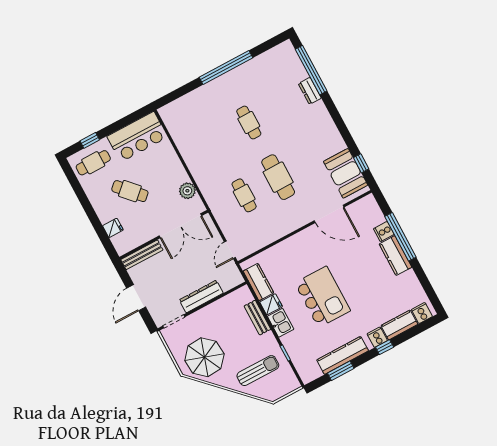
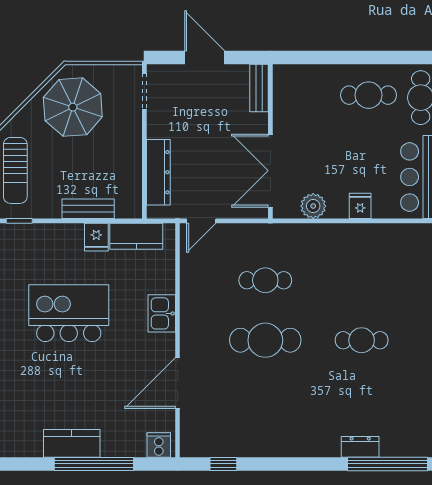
booth: (346, 173) -> (221, 435), removed
cafe table: (130, 191) -> (368, 95), moved, turned 43
fridge: (113, 228) -> (360, 206), moved, turned 180
cooker: (384, 232) -> (159, 445), moved
door: (230, 250) -> (201, 221), swing flipped
bench: (142, 255) -> (259, 88), width x0.73
dresser: (201, 296) -> (158, 172), moved
kitchen island: (323, 297) -> (69, 313), turned 180
kitchen sink: (281, 323) -> (162, 313), moved, turned 90

